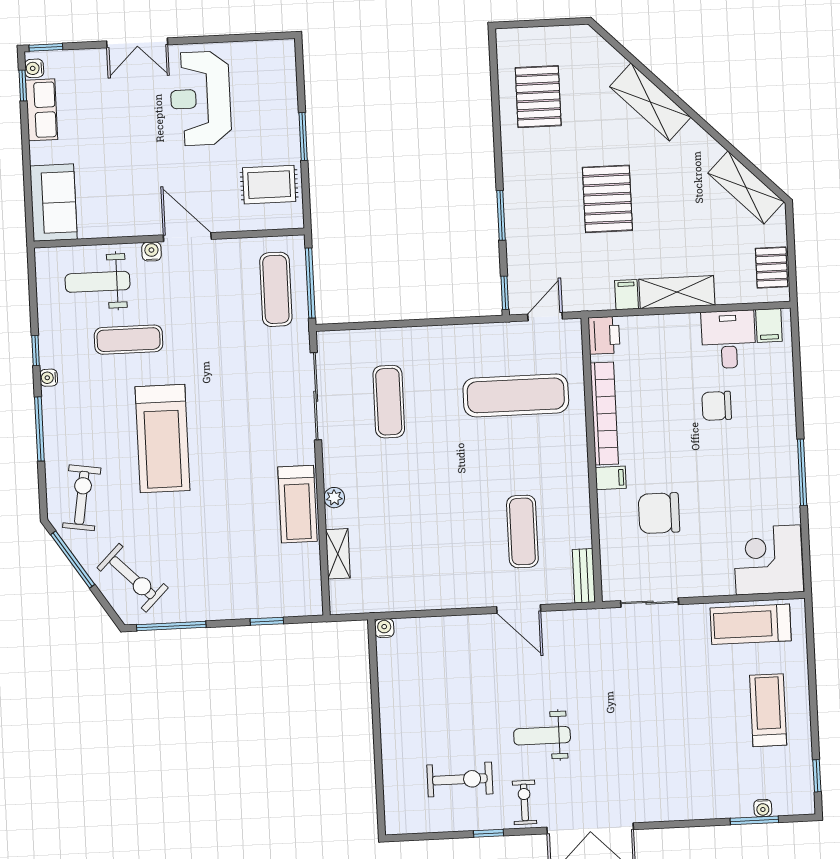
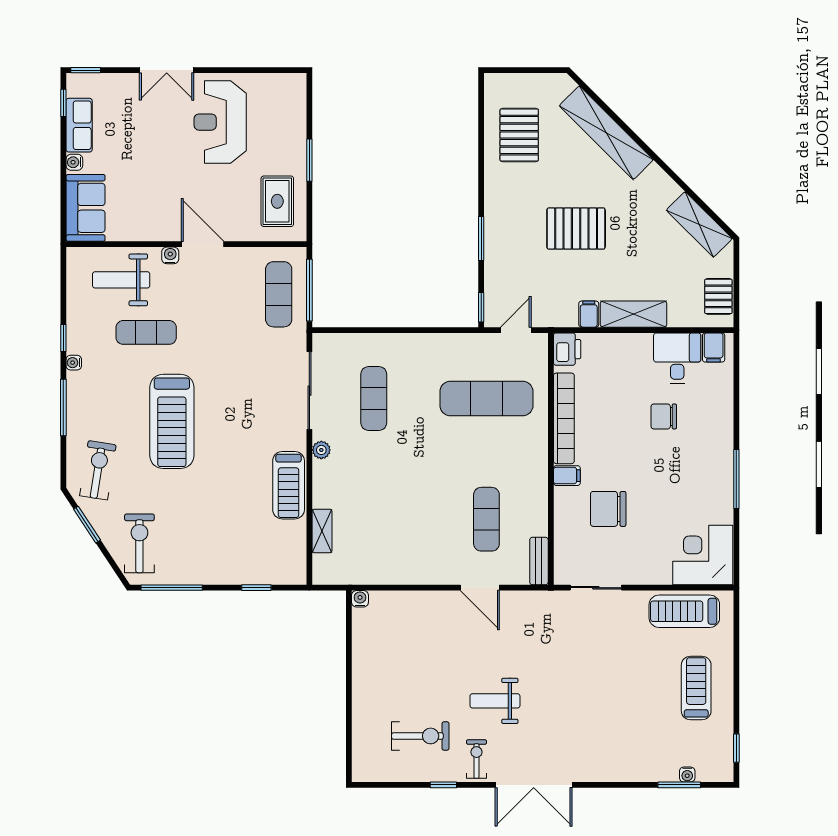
water cooler: (34, 68) -> (74, 162), moved
shelving: (650, 102) -> (606, 133), width x1.47
rug: (269, 185) -> (277, 201), turned 90
pallet: (607, 199) -> (576, 229), turned 90
plant: (334, 498) -> (321, 450), moved
window: (73, 560) -> (87, 525), width x0.69
exercise bike: (133, 578) -> (139, 543), turned -135

